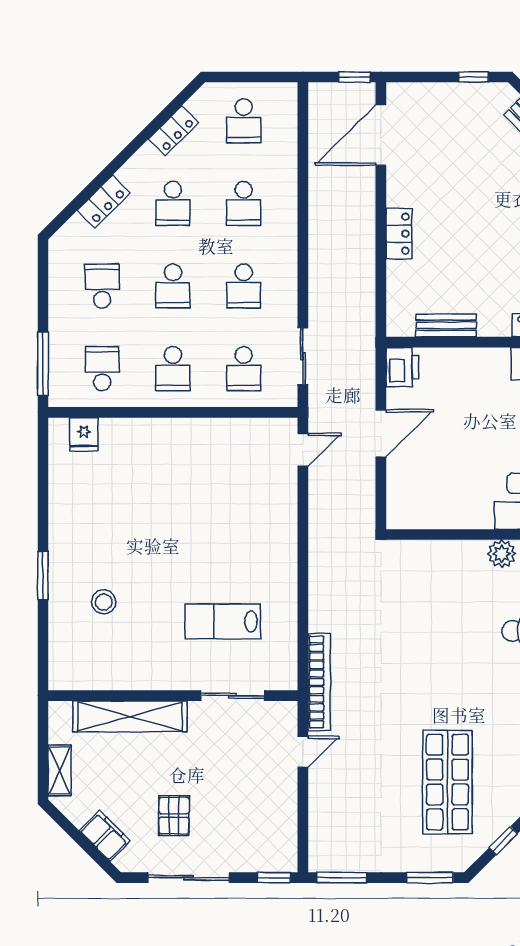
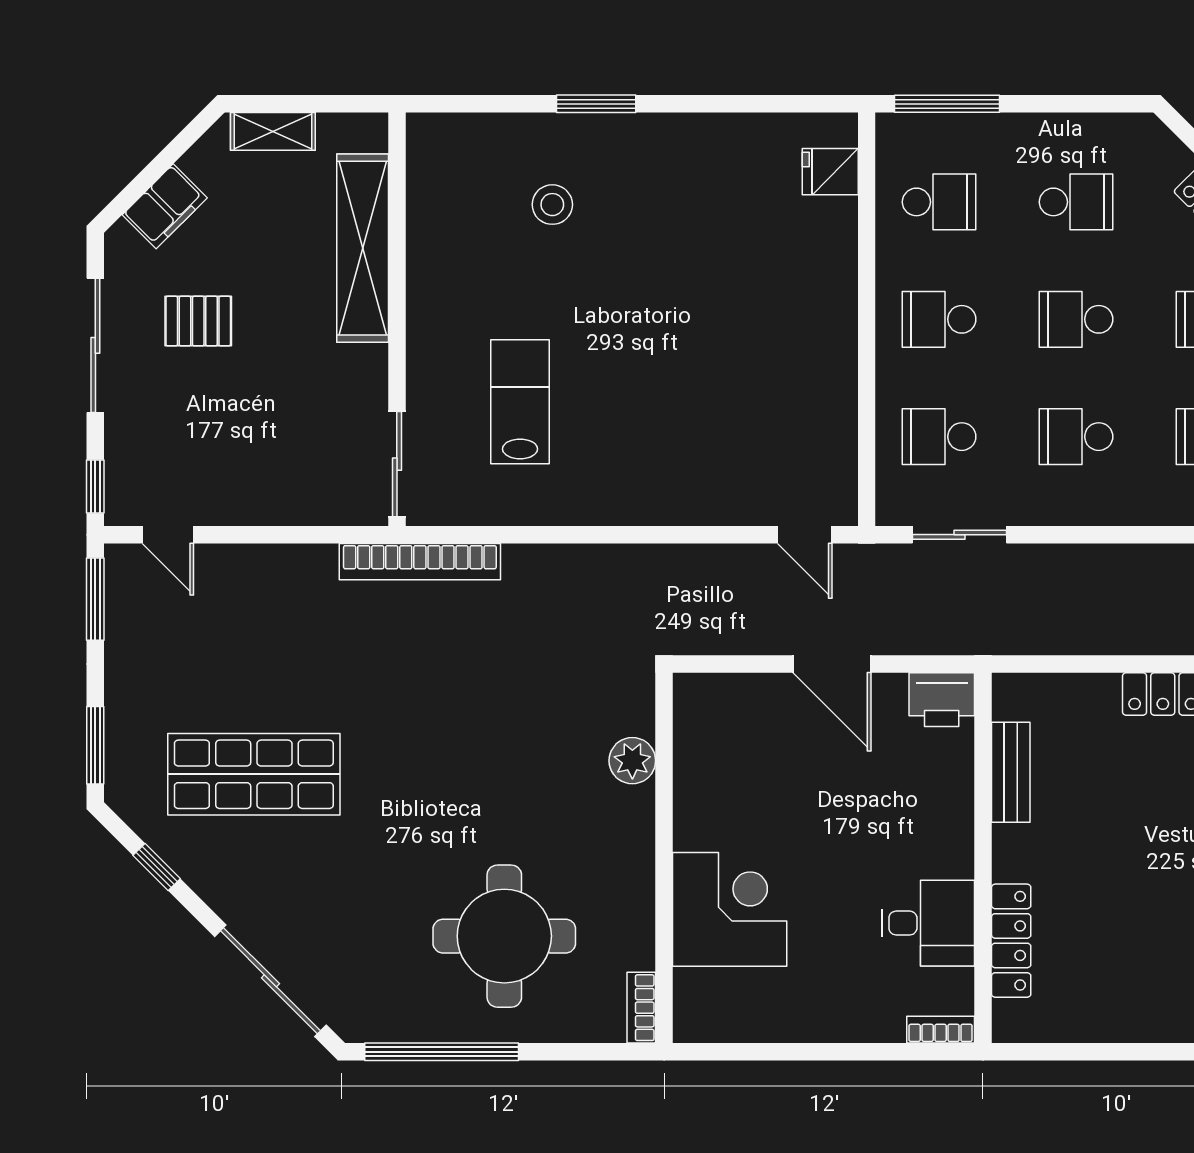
plant: (502, 554) -> (632, 761), moved
sliding door: (232, 696) -> (397, 464), moved
door: (303, 752) -> (168, 535), moved

